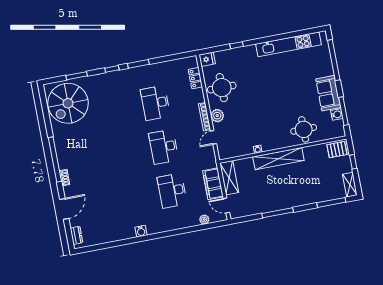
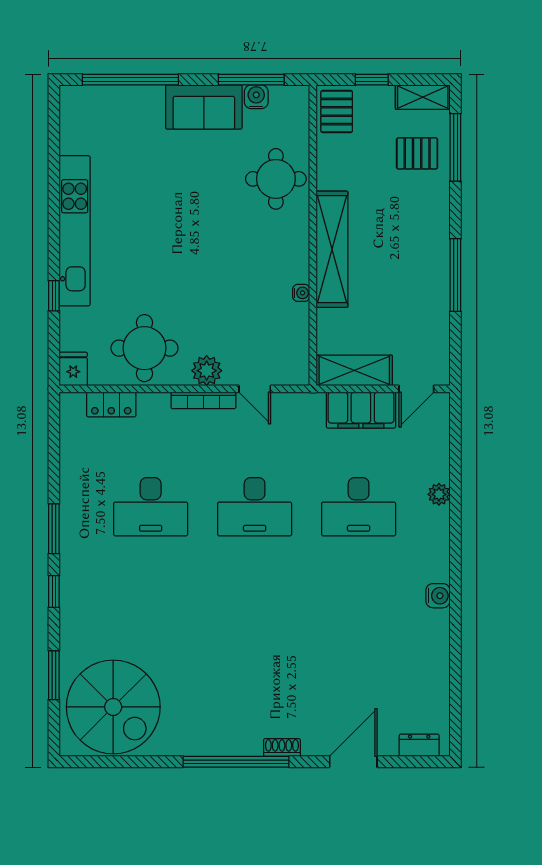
kitchen unit: (289, 44) -> (75, 231), moved
pallet: (326, 187) -> (417, 153), added
door: (64, 209) -> (353, 762), hinge flipped
plant: (204, 220) -> (439, 494), moved

